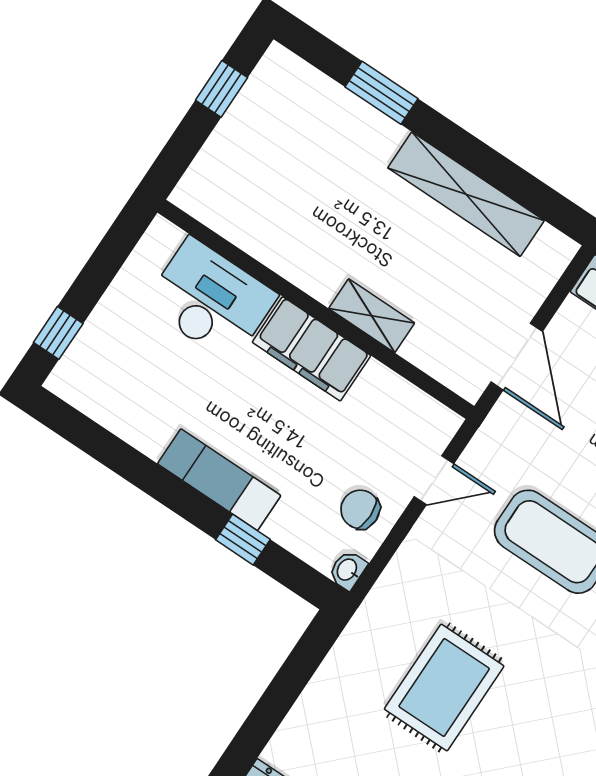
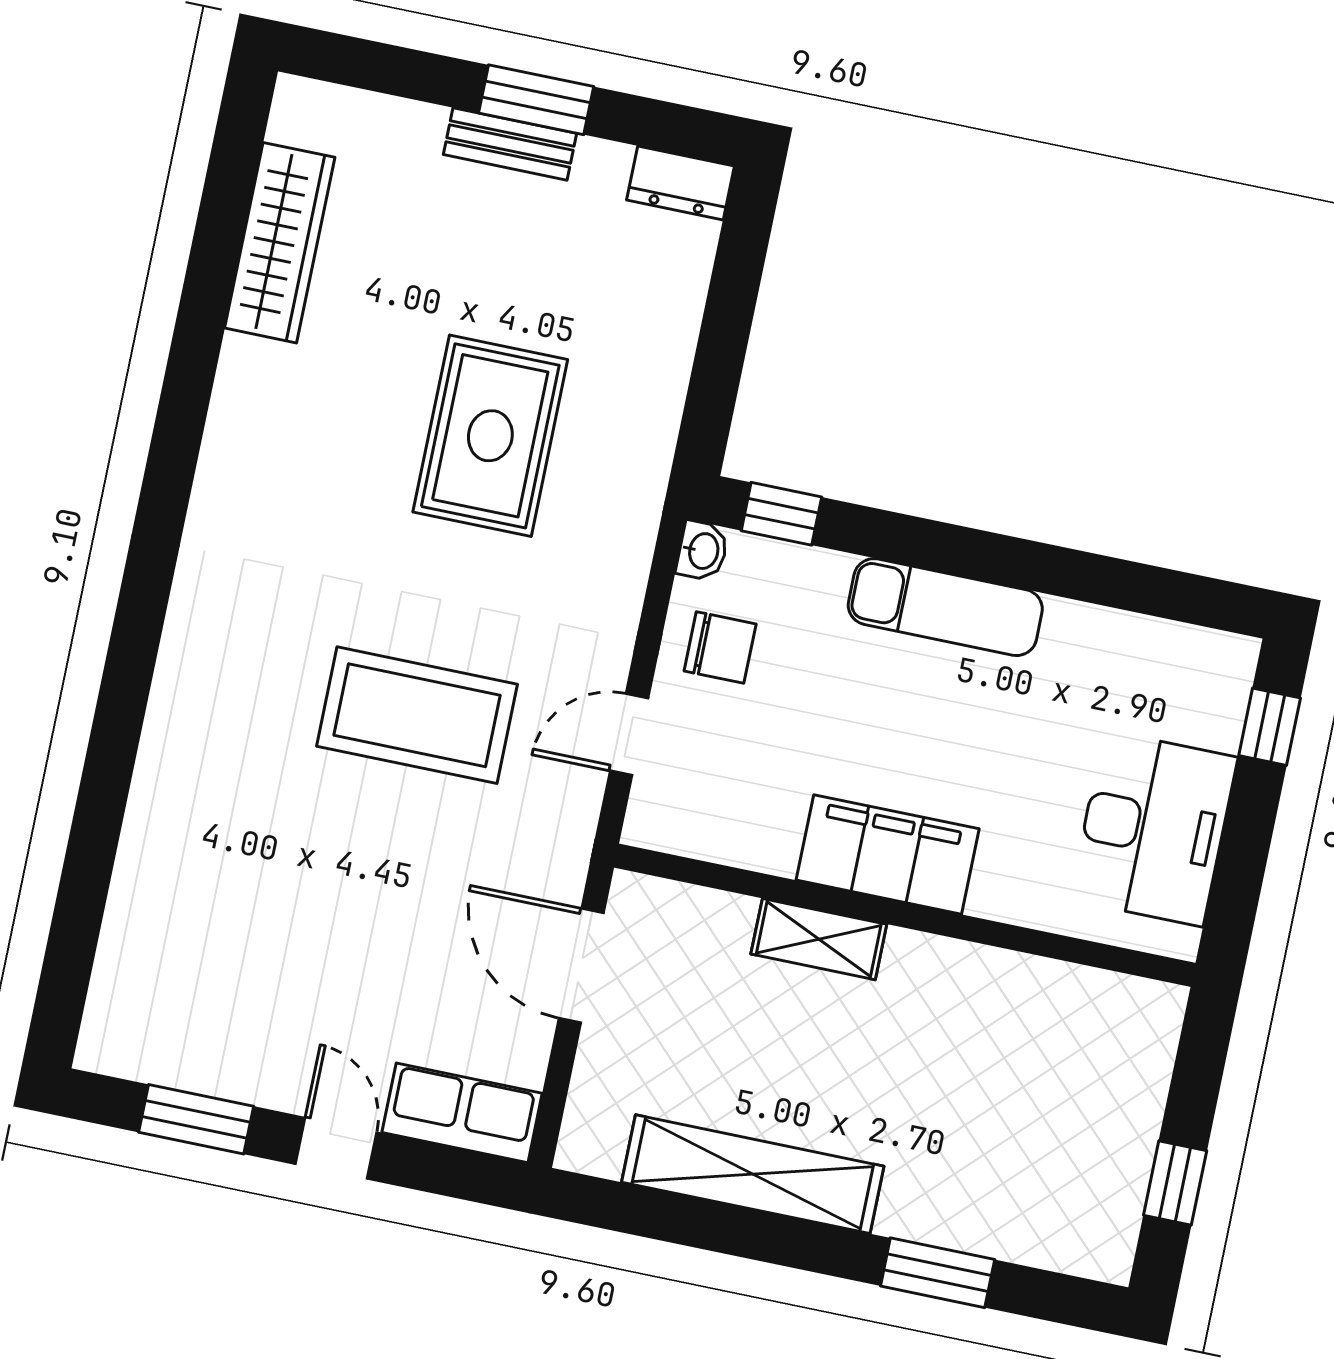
desk: (211, 300) -> (1154, 828), moved, turned -90
window: (243, 540) -> (781, 514), moved

